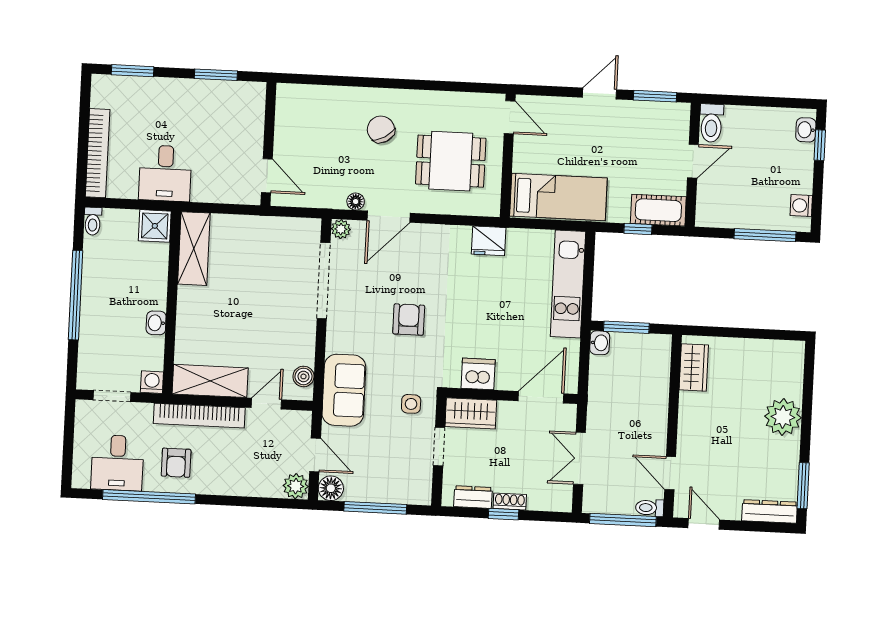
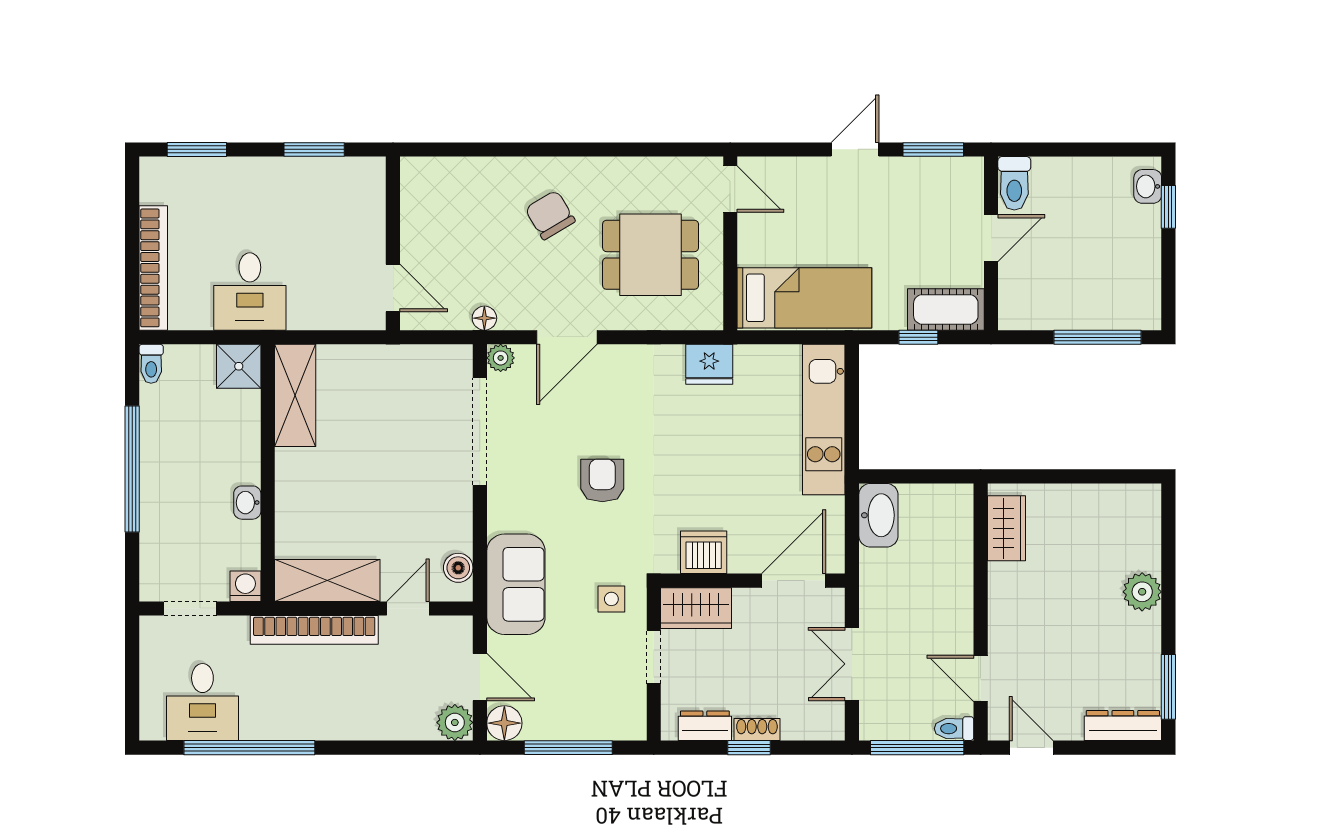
floor lamp: (356, 202) -> (484, 318), moved
washing machine: (801, 206) -> (1147, 293), removed
window: (626, 327) -> (909, 476), removed
washbasin: (600, 343) -> (878, 515), width x1.91, depth x1.45
plant: (783, 417) -> (1142, 592), width x0.73, depth x0.73
armchair: (176, 463) -> (285, 698), removed

